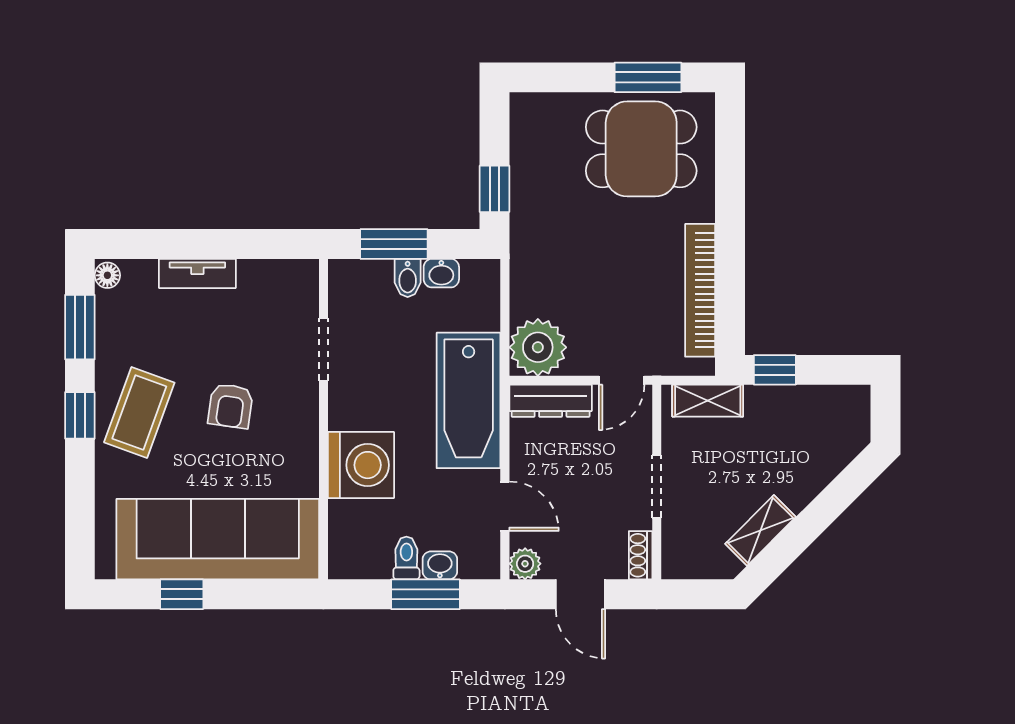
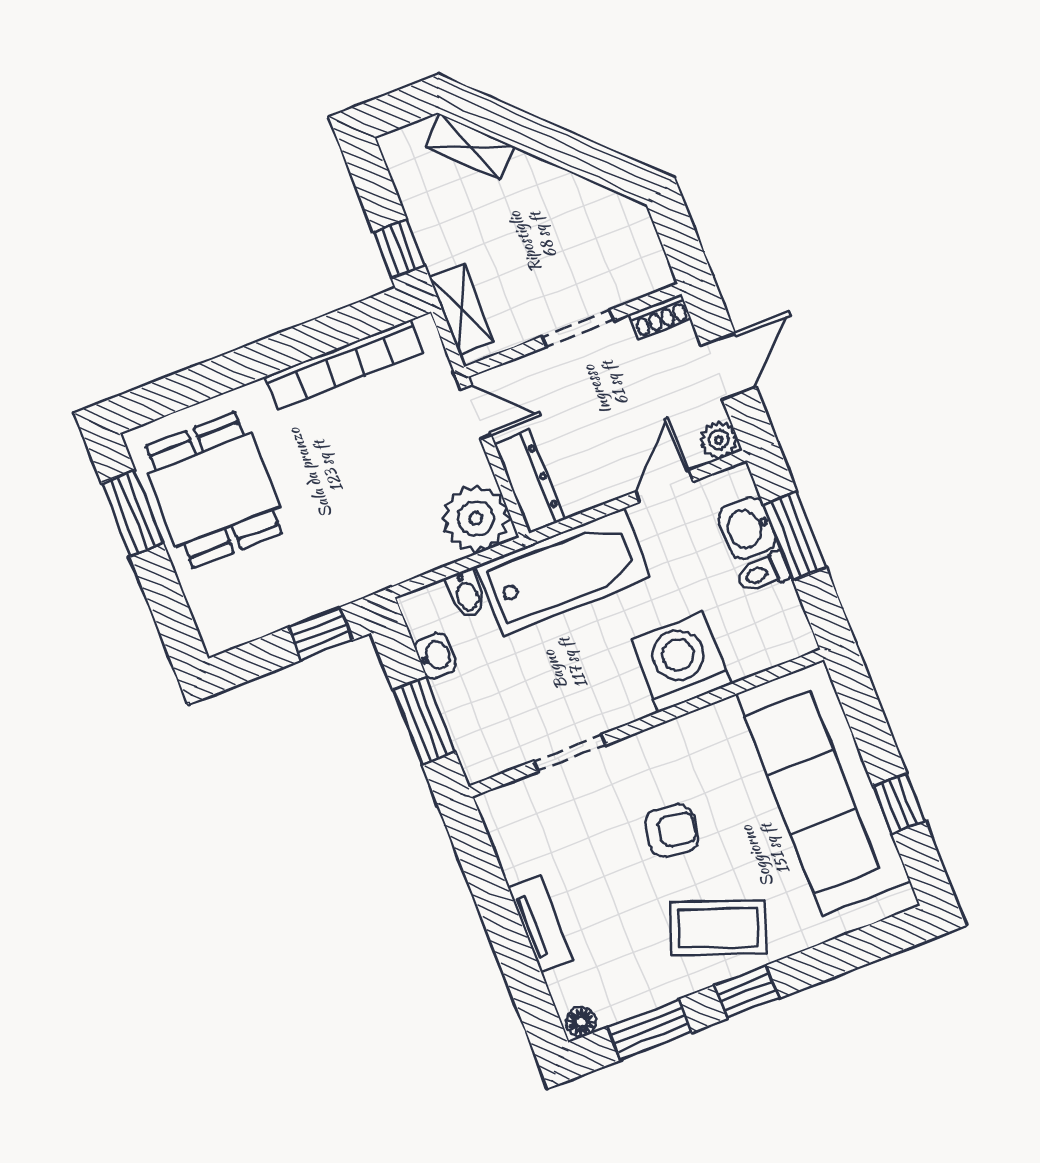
bidet: (408, 278) -> (466, 594), moved, turned 90
shelving: (760, 530) -> (470, 147), moved
washbasin: (440, 565) -> (747, 528), width x1.38, depth x1.45

